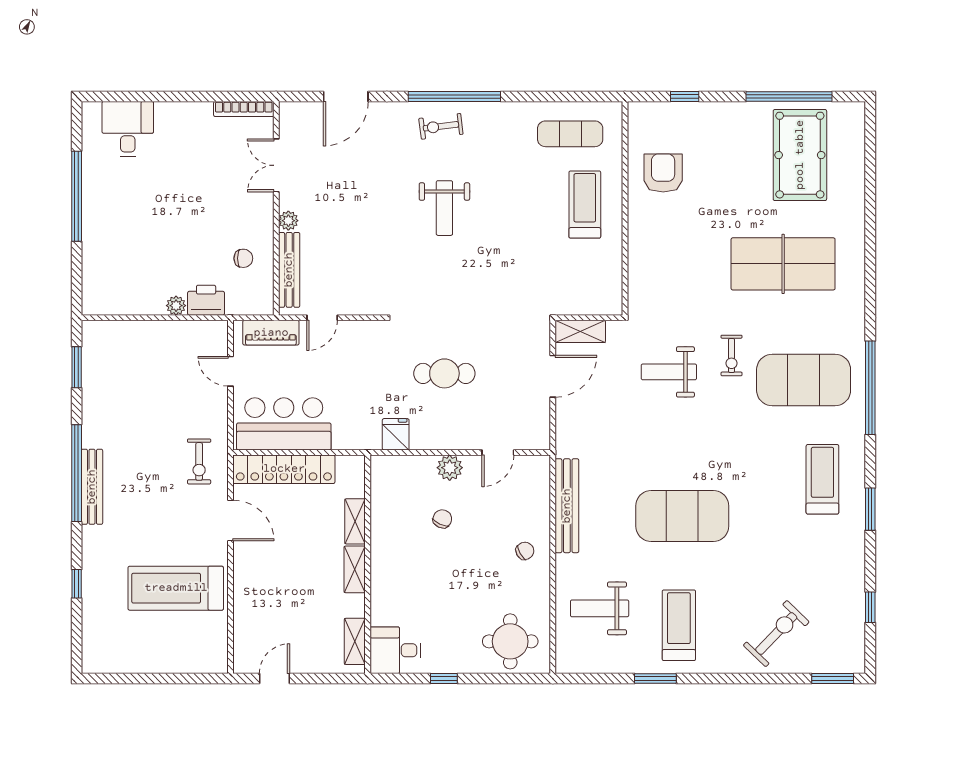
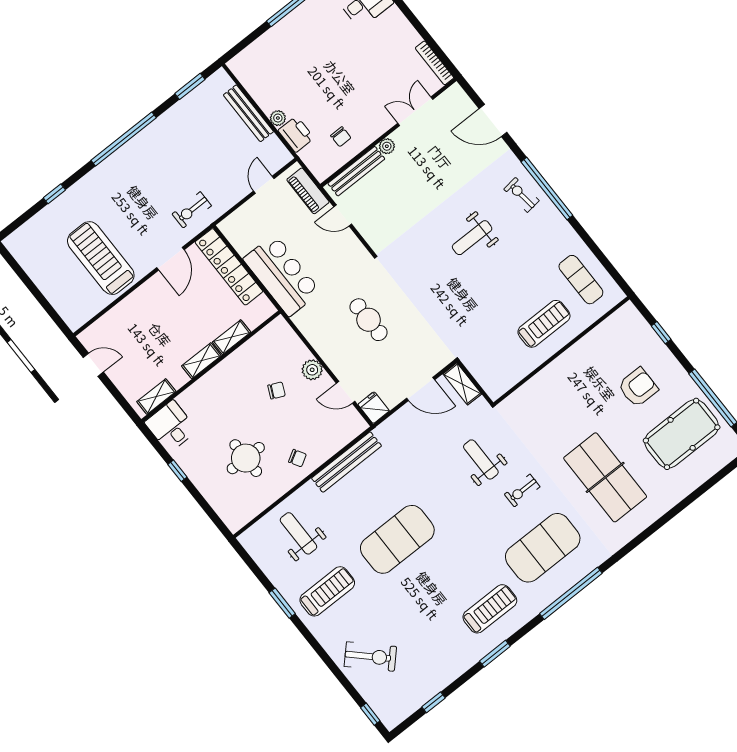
armchair: (663, 173) -> (638, 387), moved
exercise mat: (804, 380) -> (543, 548), turned 90
bar counter: (284, 424) -> (282, 275), moved
fridge: (396, 434) -> (374, 408), moved, turned -90
bench: (92, 487) -> (248, 113), moved, turned 90
exercise mat: (682, 516) -> (397, 539), turned 90
round table: (510, 641) -> (246, 458), moved
window: (833, 679) -> (370, 714), width x0.67

